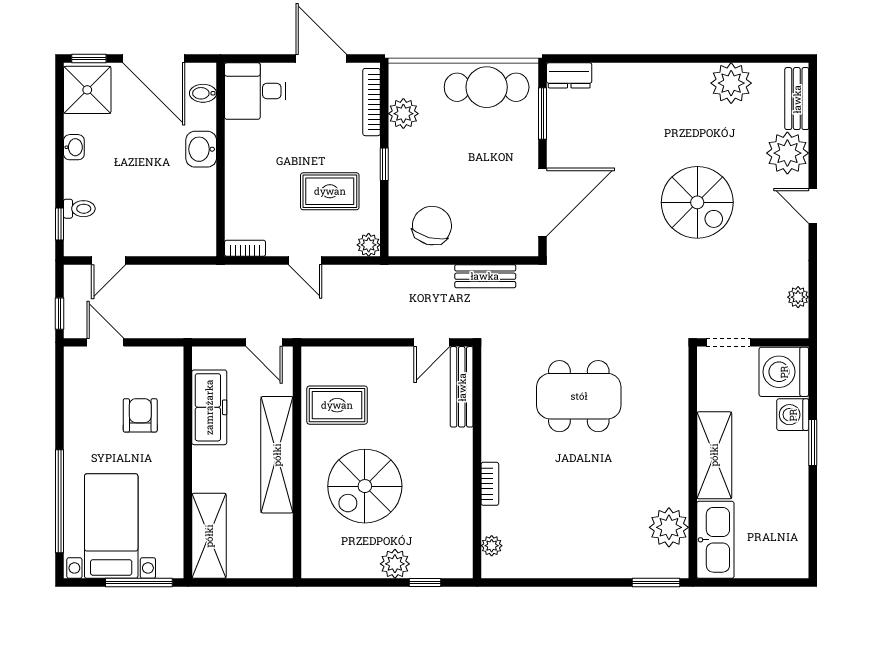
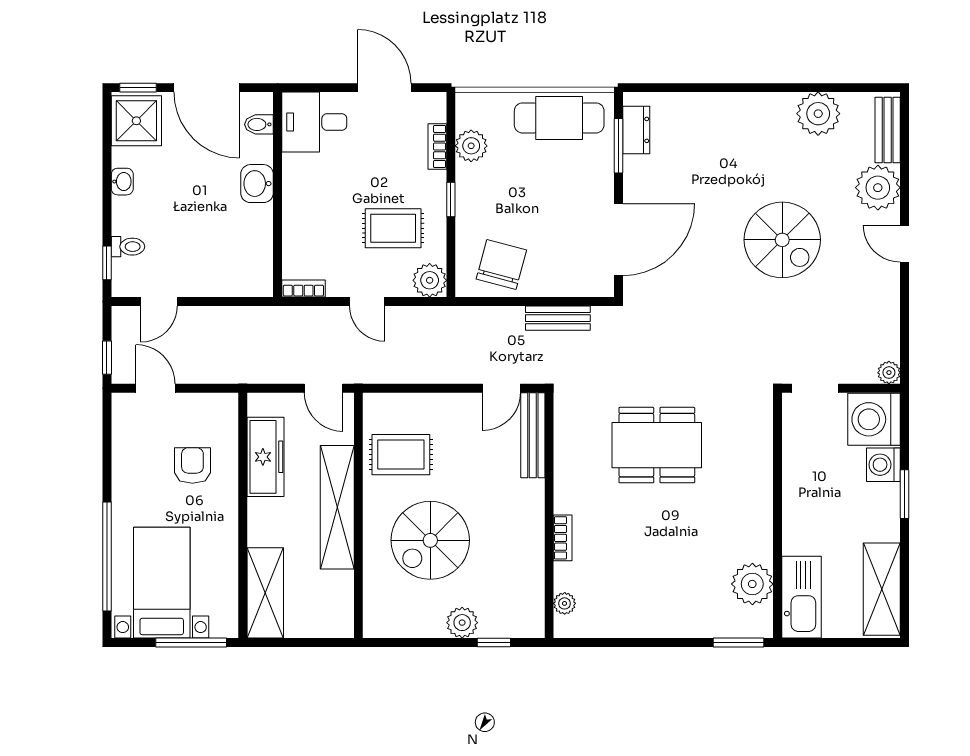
dresser: (569, 75) -> (636, 130), moved, turned -90
bookcase: (372, 102) -> (437, 146), width x0.64
plant: (369, 245) -> (430, 280), width x1.38, depth x1.38
plant: (798, 297) -> (889, 373), moved
shelving: (714, 455) -> (882, 589), moved

